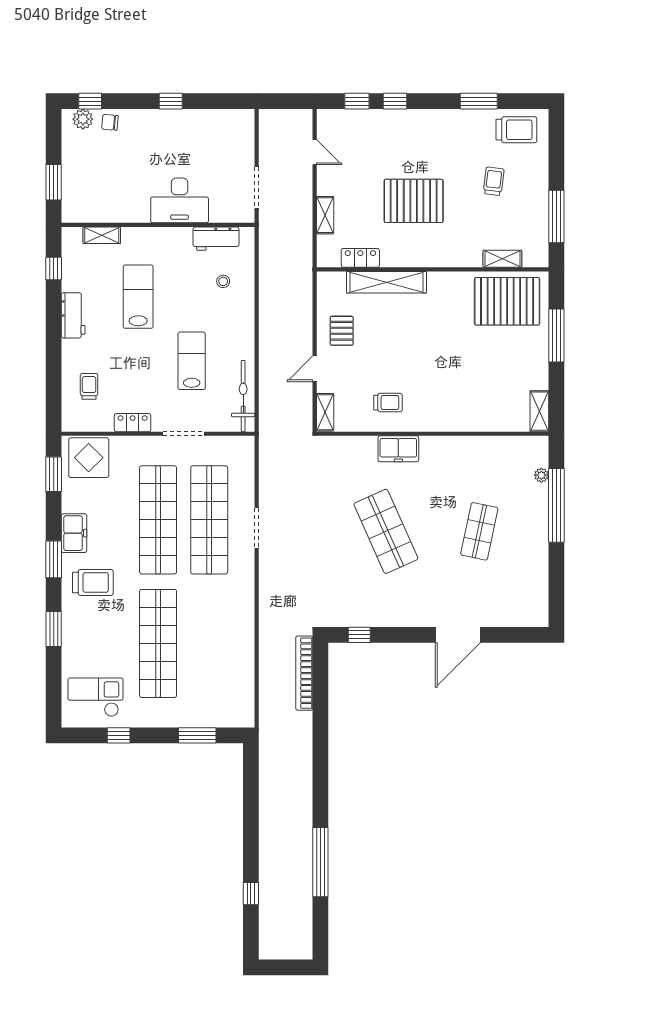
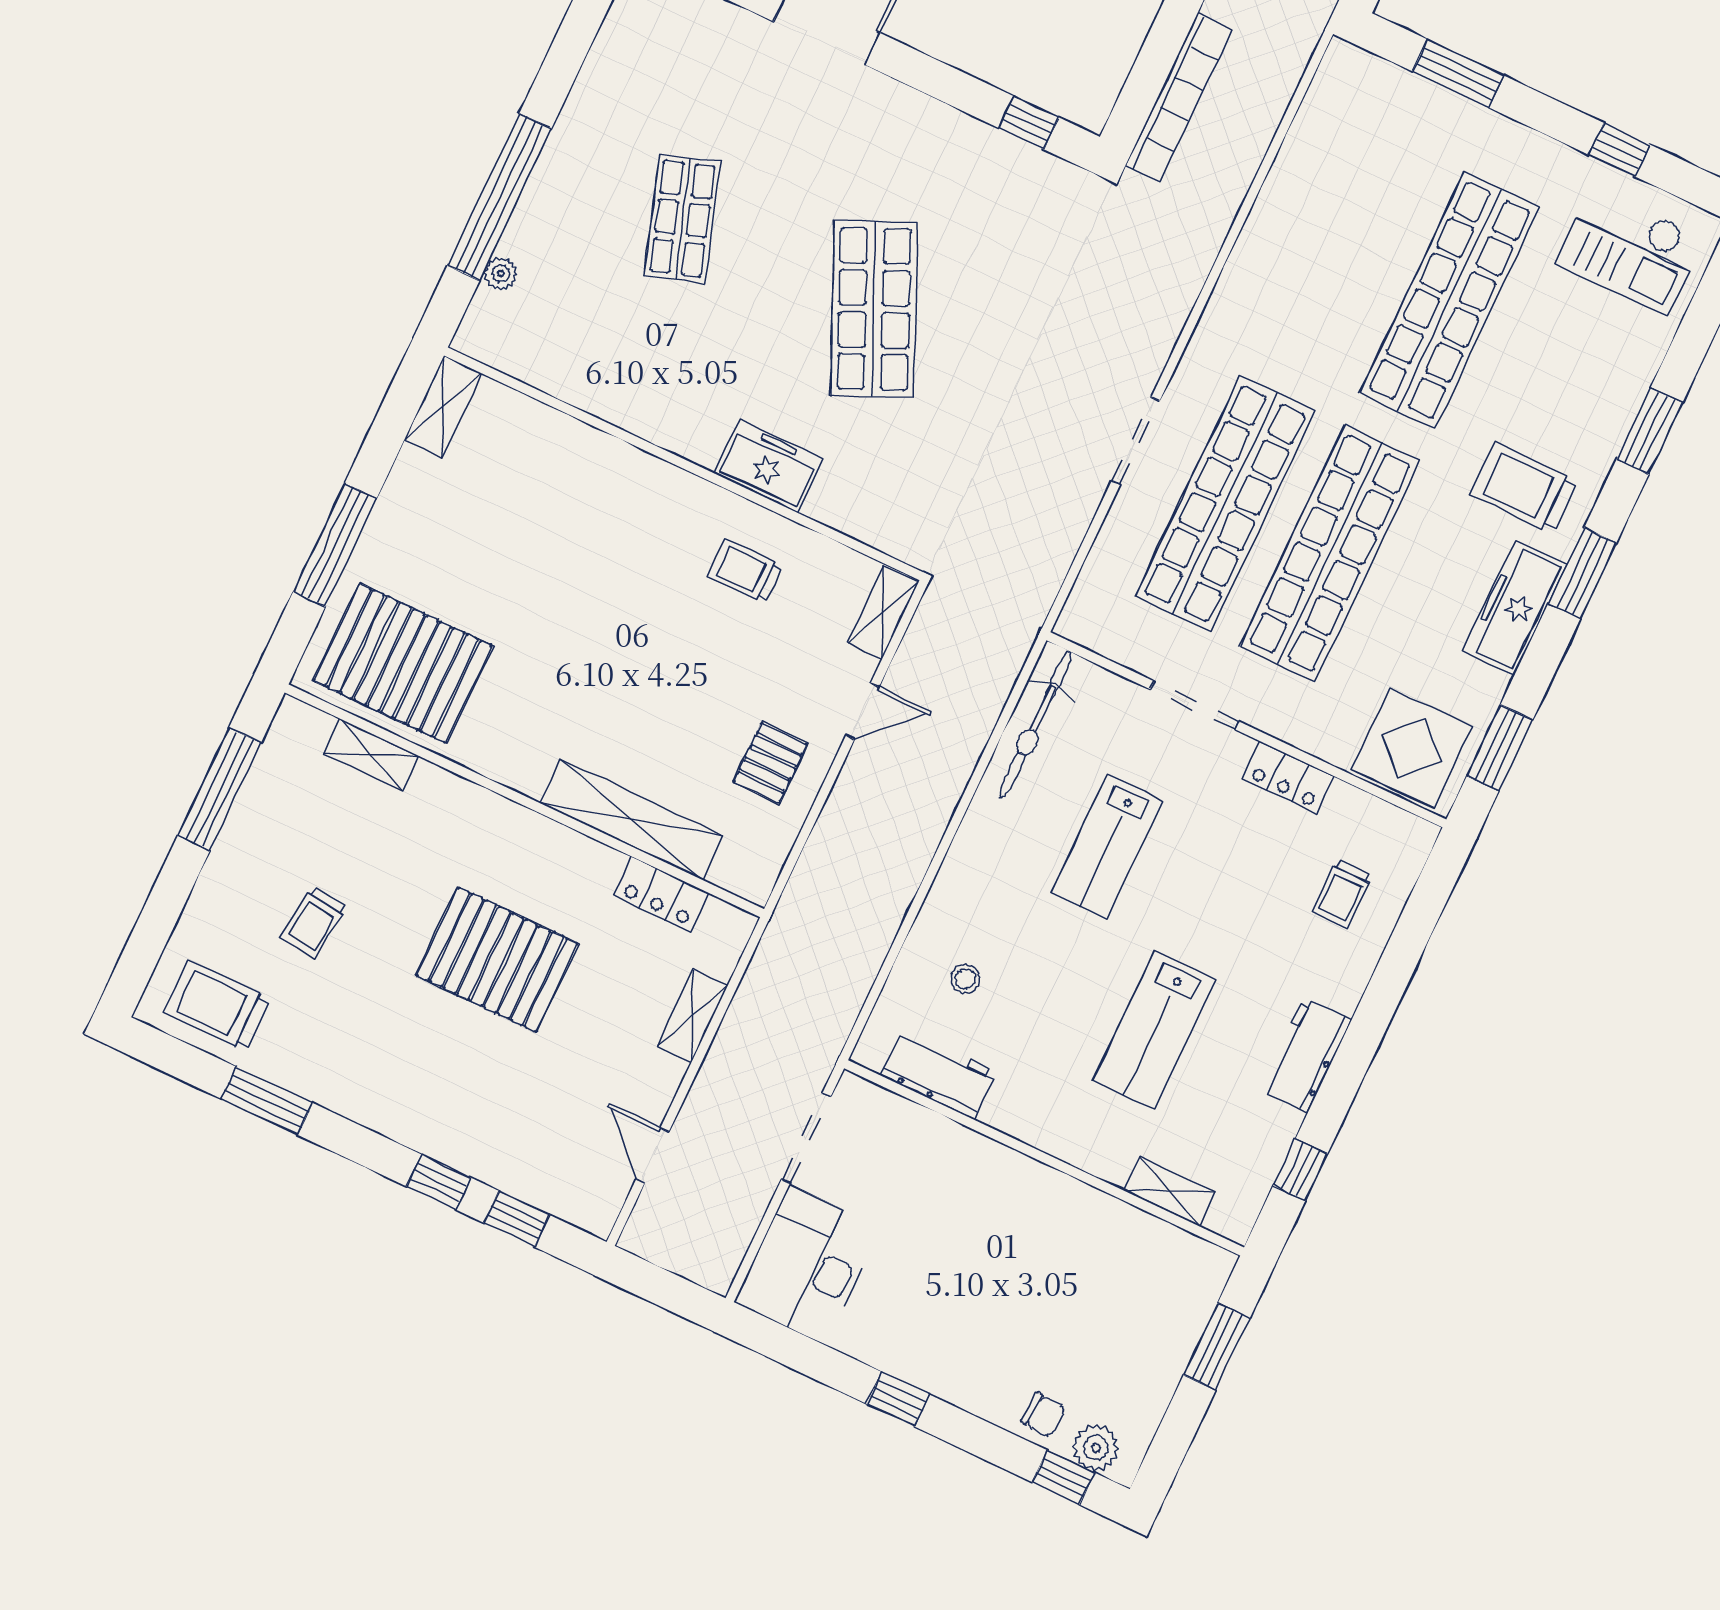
desk: (180, 200) -> (808, 1265), moved, turned -90
shop shelf: (479, 531) -> (682, 218), turned -30
freezer: (74, 533) -> (1515, 608), width x1.40

